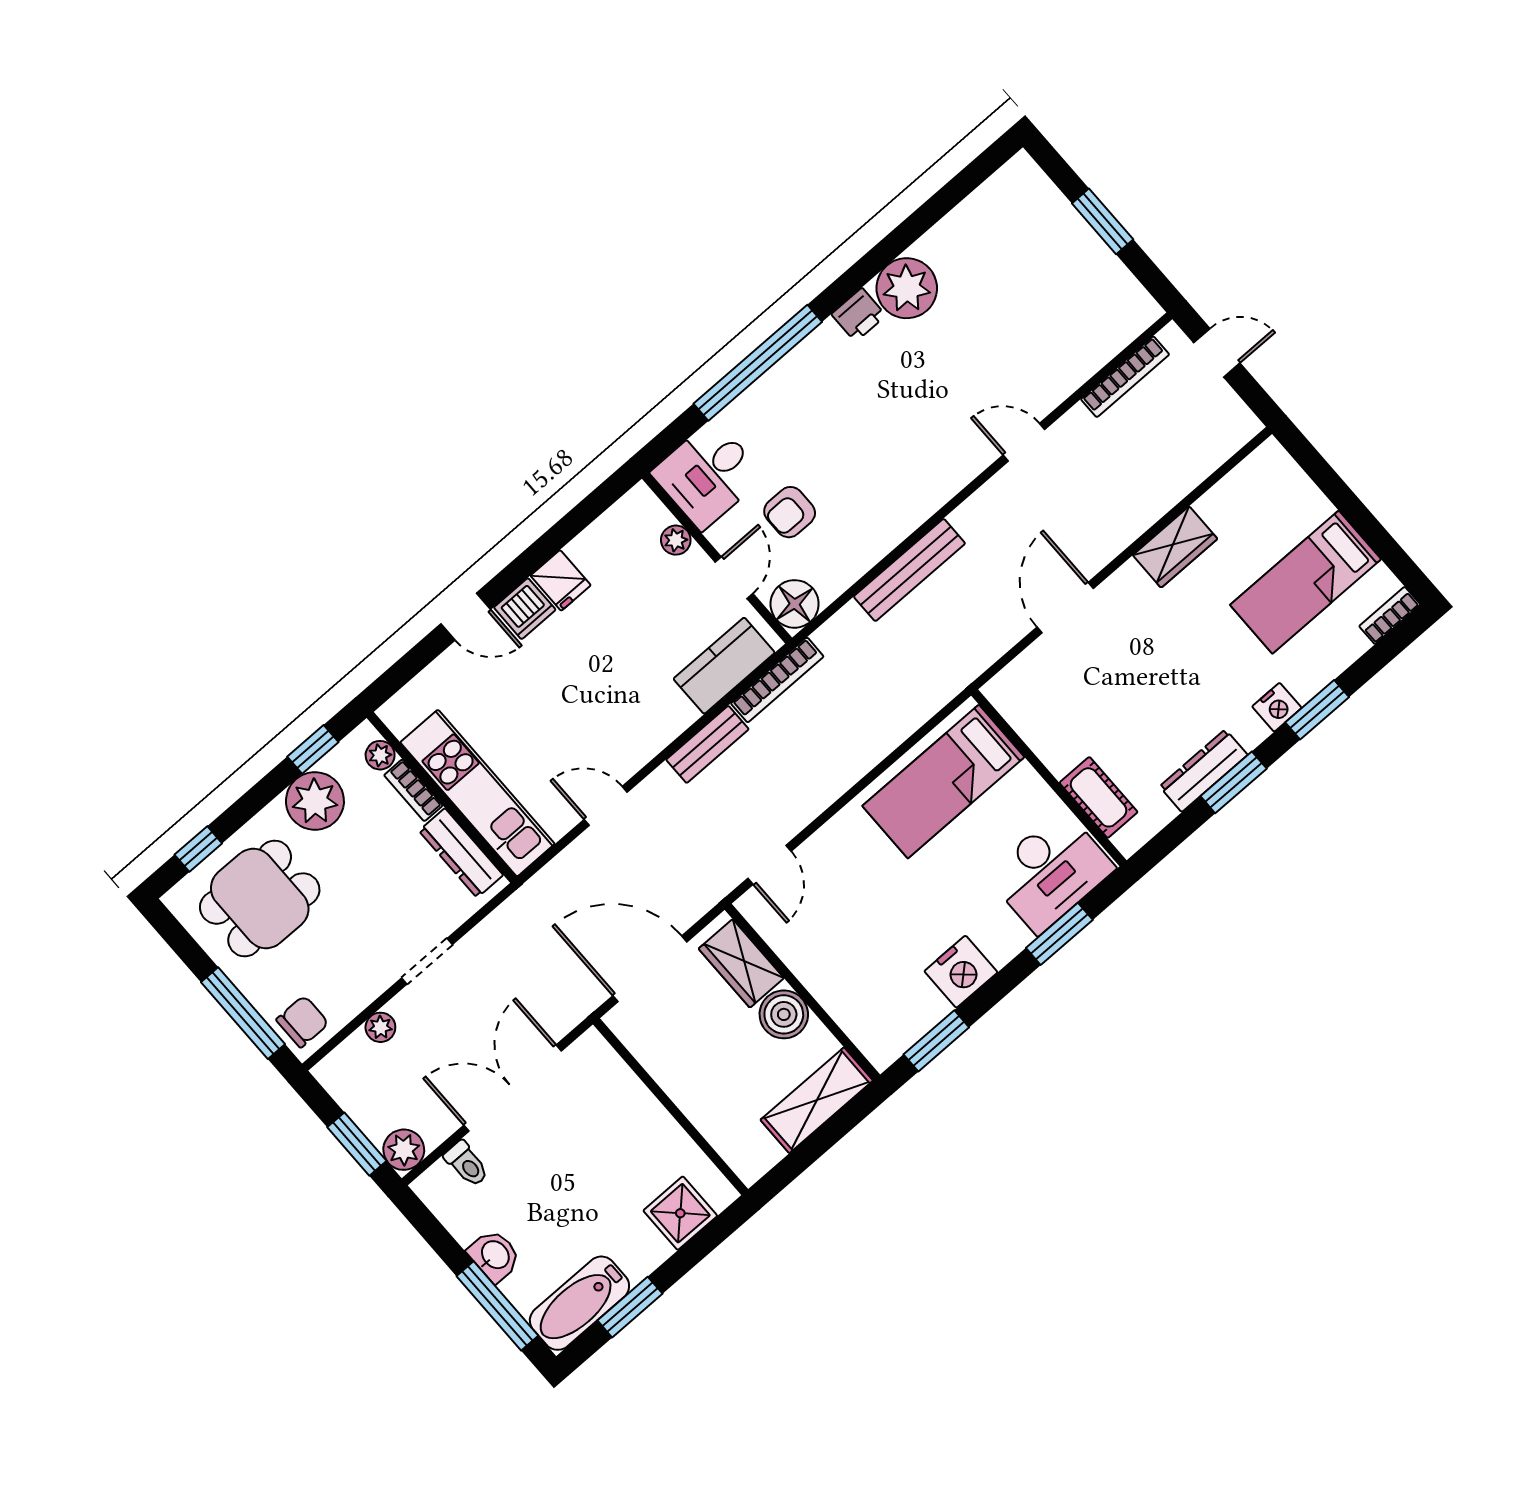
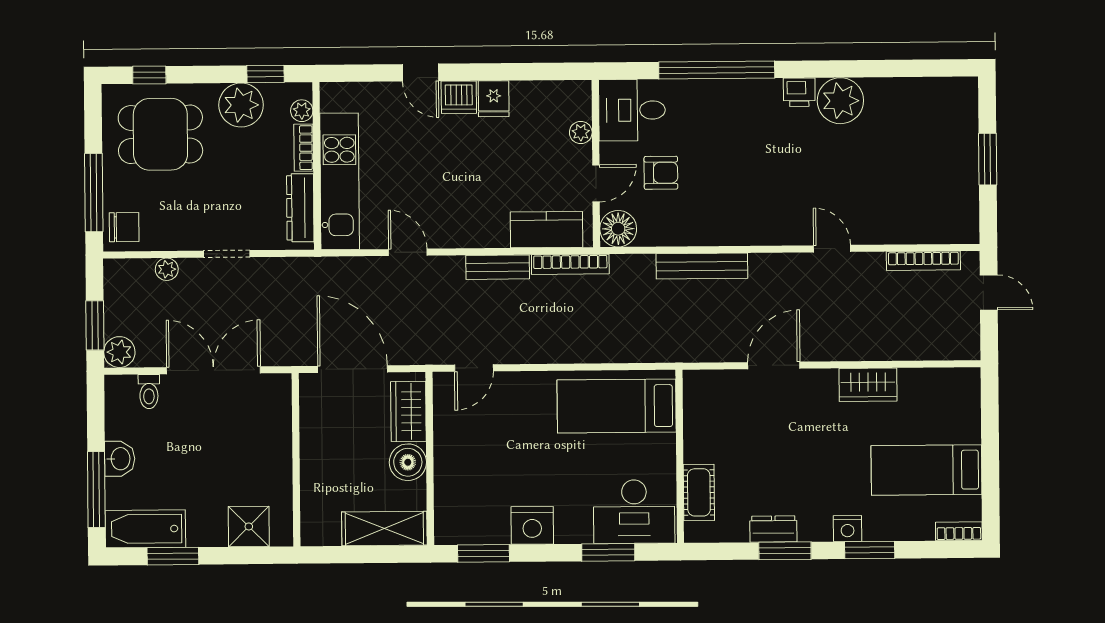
armchair: (790, 512) -> (661, 173), turned 180
dresser: (1204, 771) -> (773, 529), width x0.70

